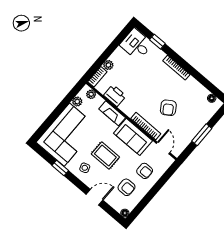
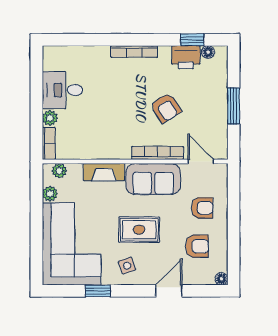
window: (157, 42) -> (192, 40), moved
desk: (136, 44) -> (62, 90), moved
printer: (115, 95) -> (186, 57), moved, turned 180

